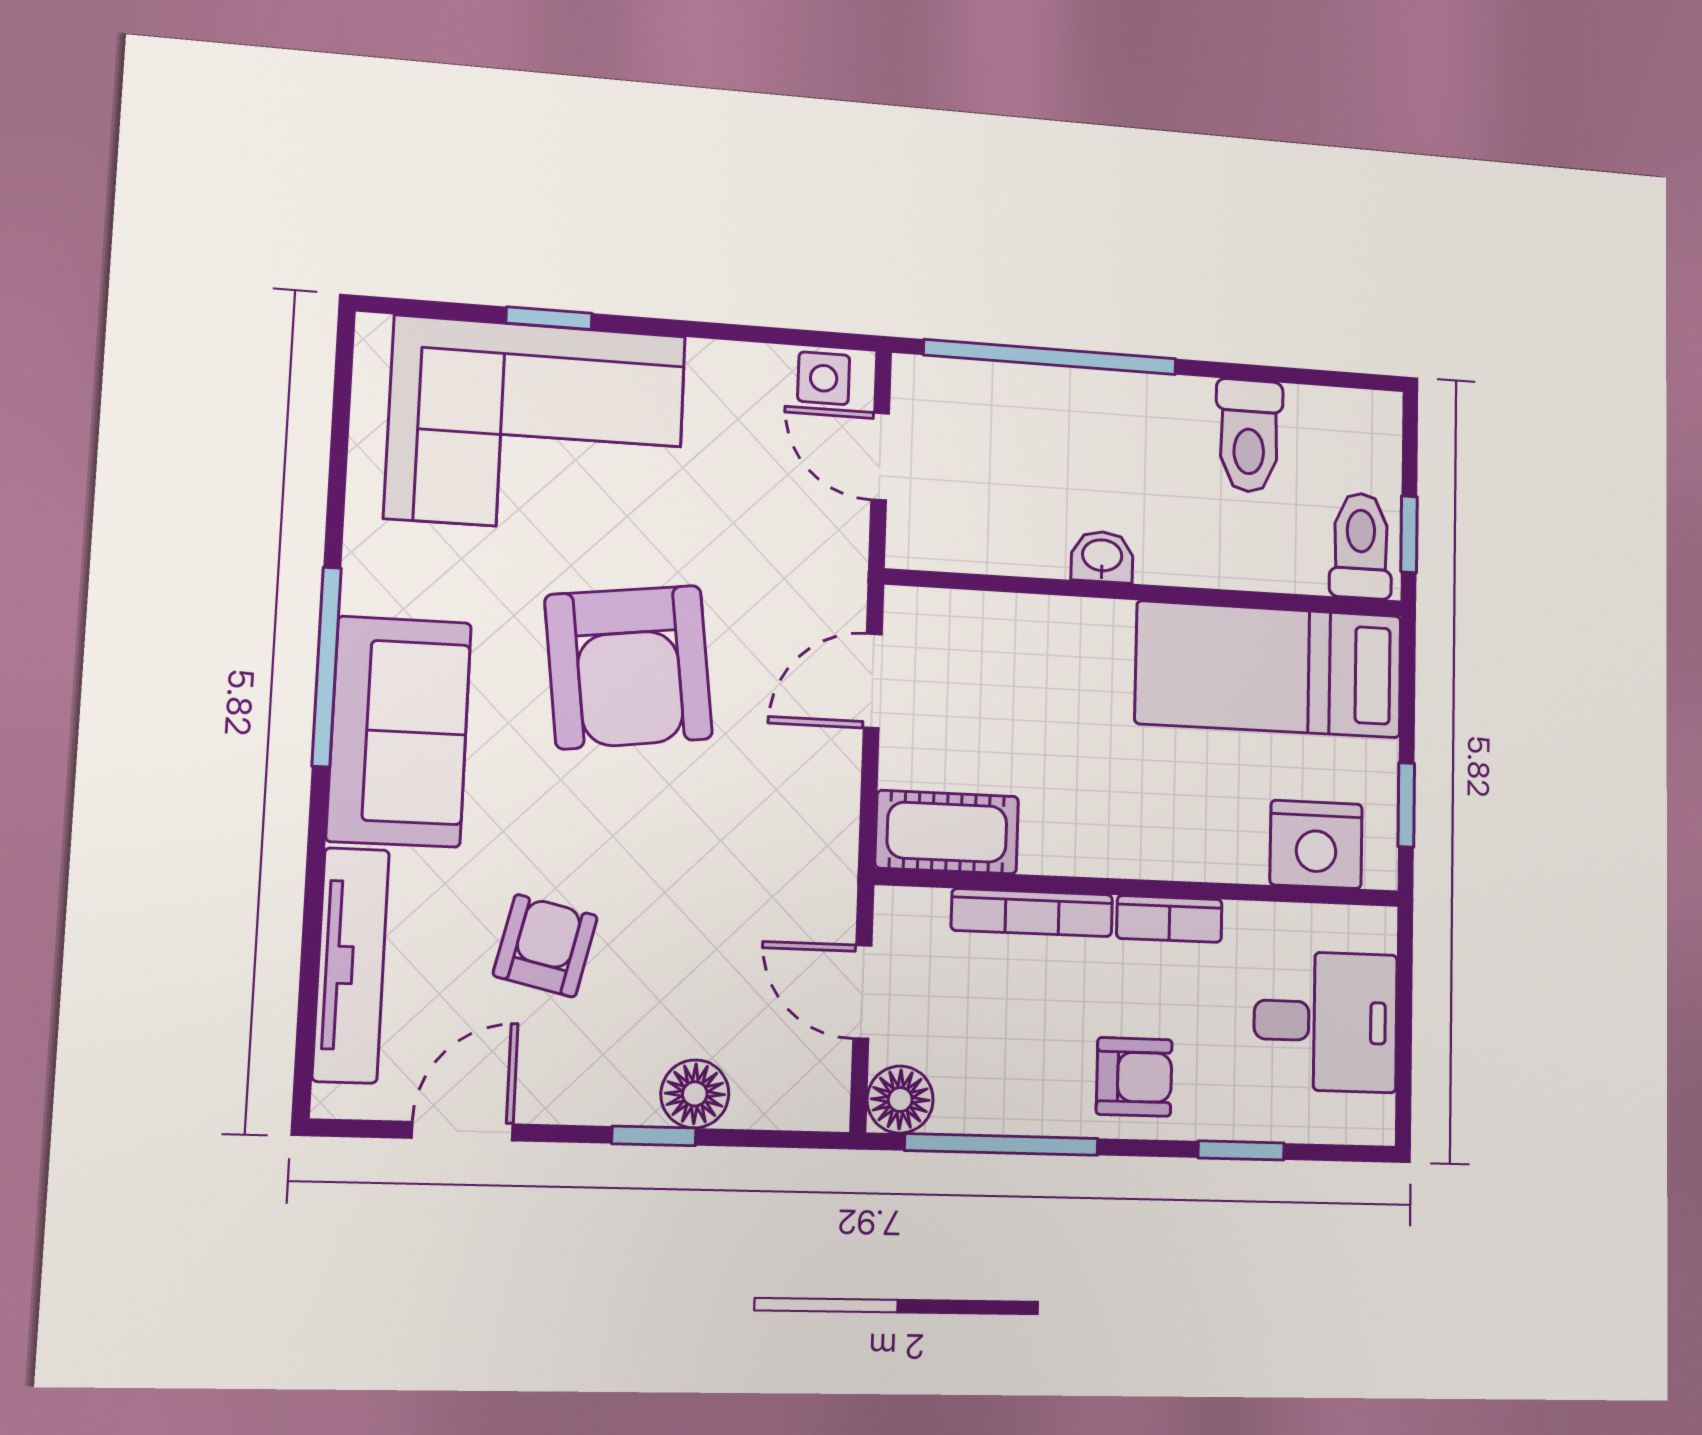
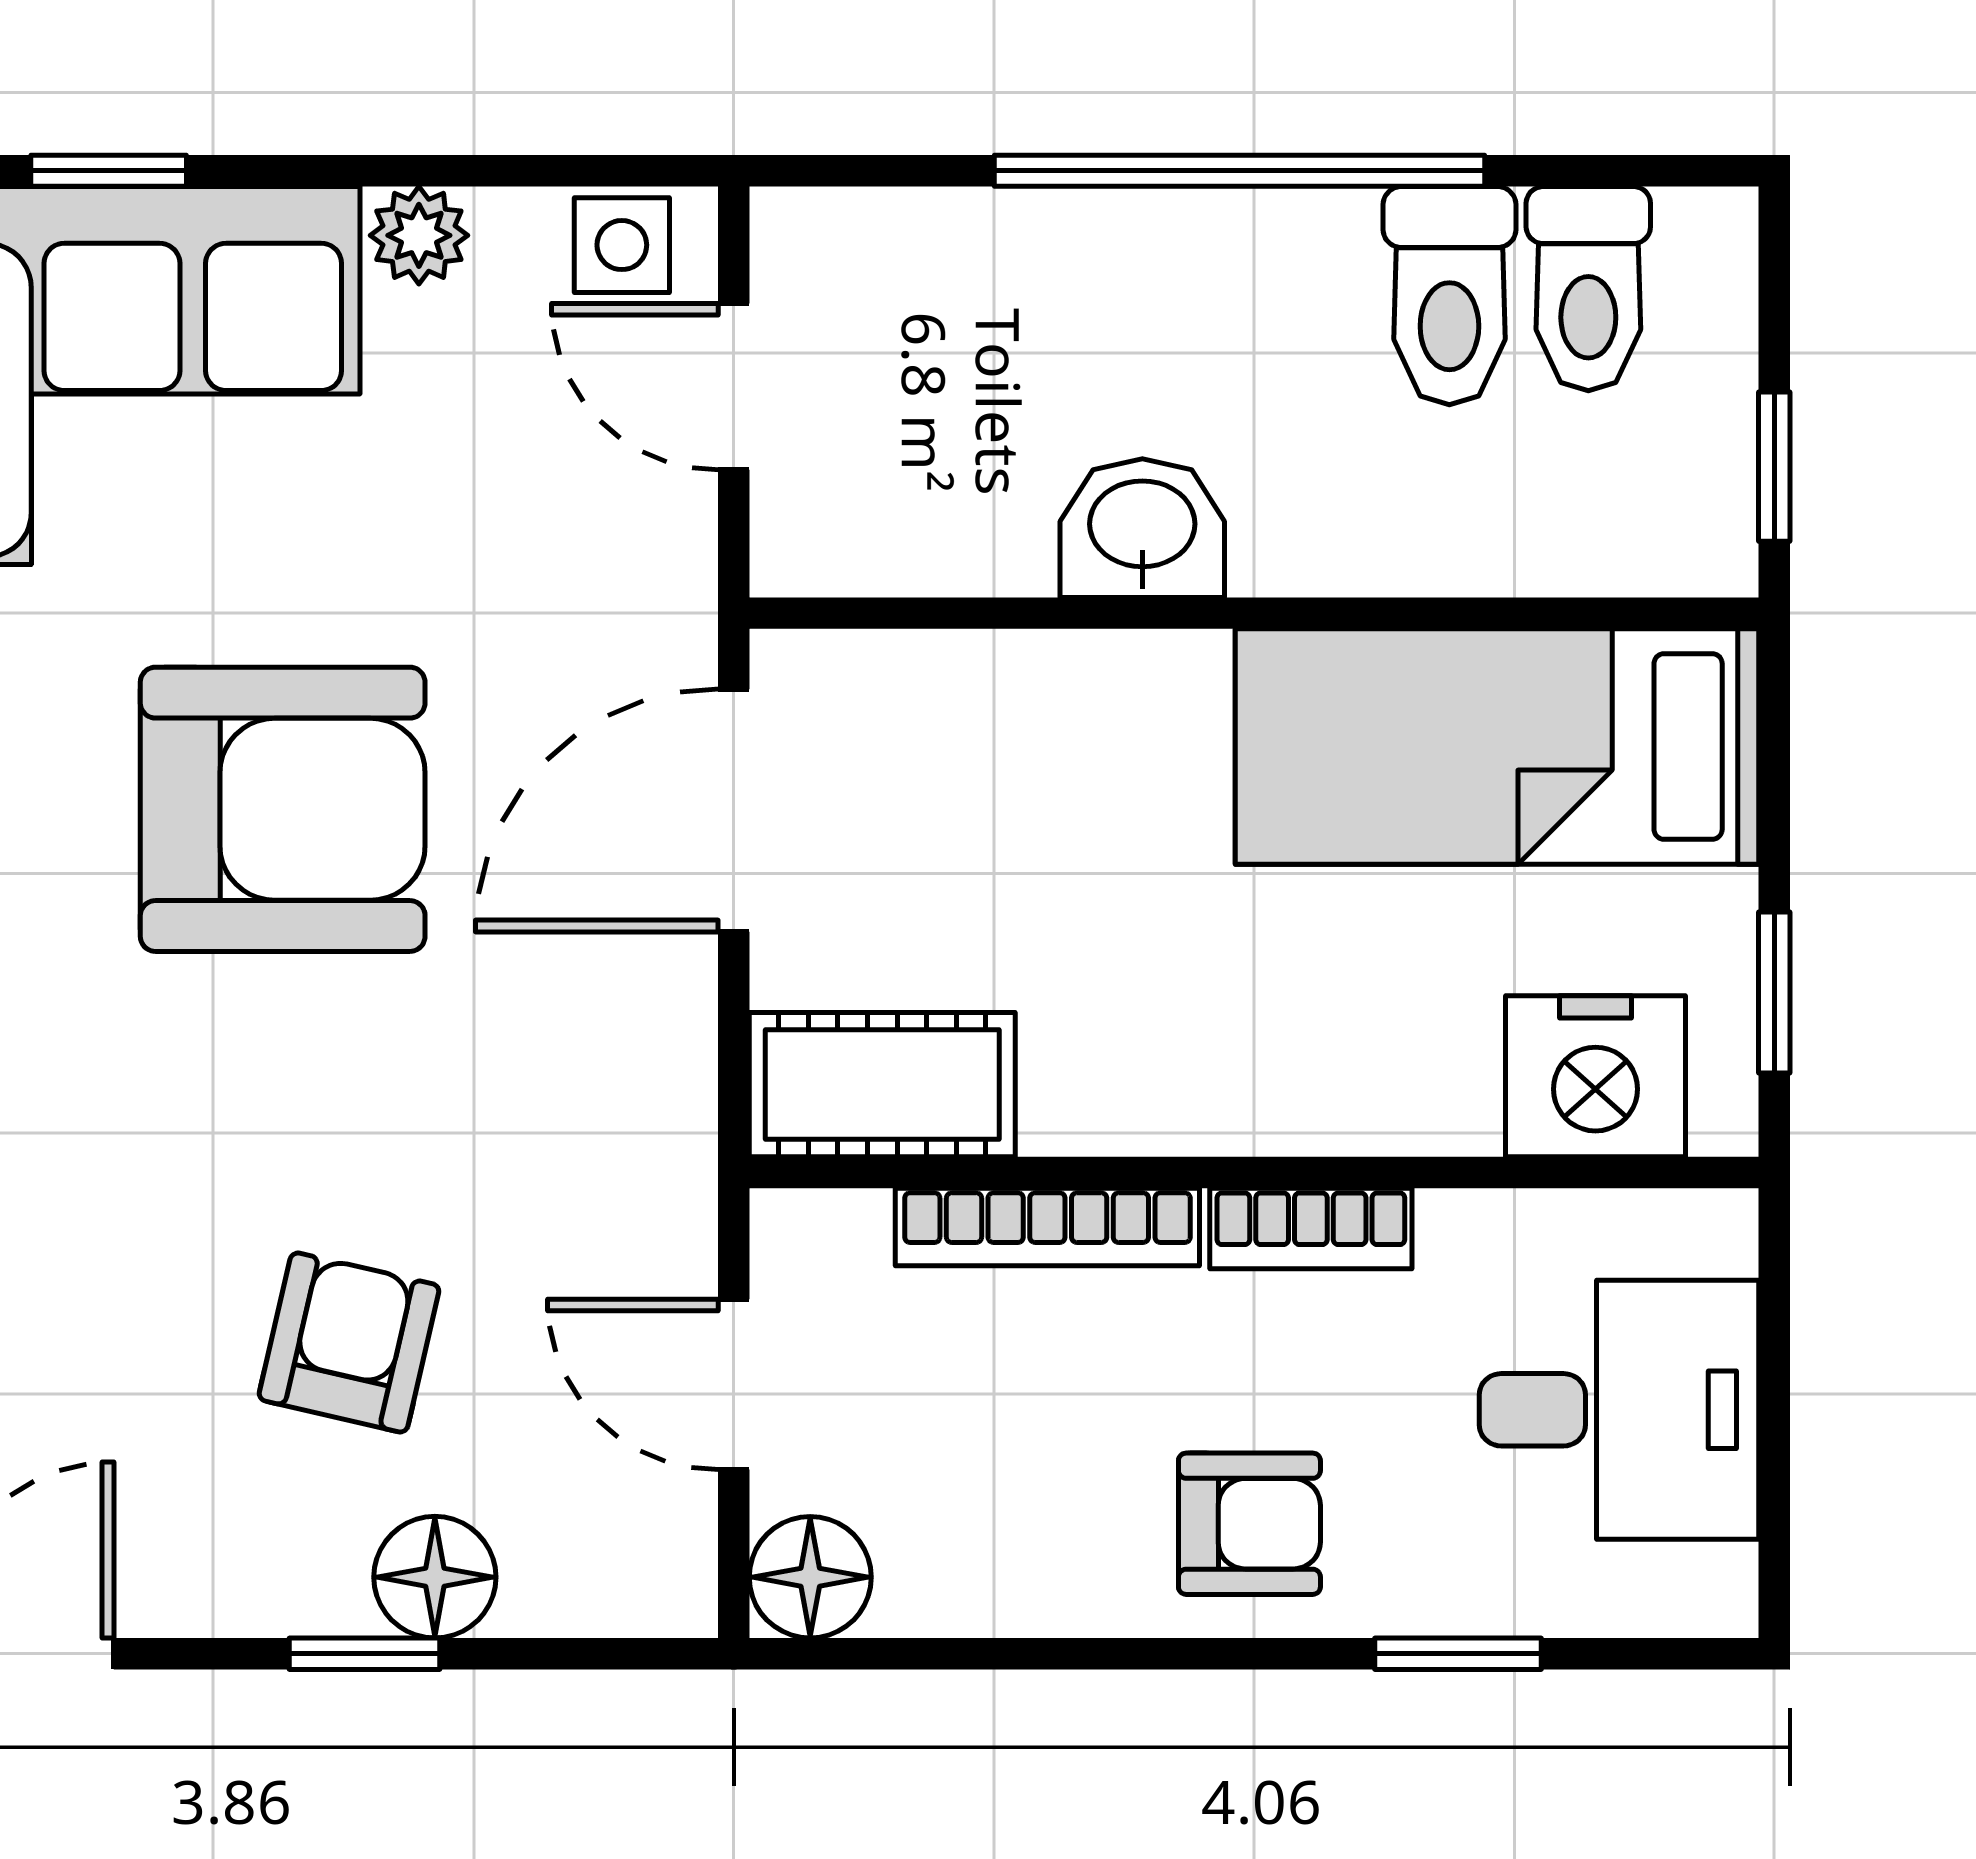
window: (1051, 357) -> (1239, 171), moved
plant: (716, 365) -> (419, 235), added
toilet: (1361, 546) -> (1588, 289), moved, turned 180
washbasin: (1102, 557) -> (1142, 528), width x1.38, depth x1.45
armchair: (629, 667) -> (283, 809), turned -83
door: (873, 681) -> (734, 810), width x1.38
armchair: (545, 946) -> (349, 1342), moved
window: (1002, 1144) -> (1002, 1654), removed

